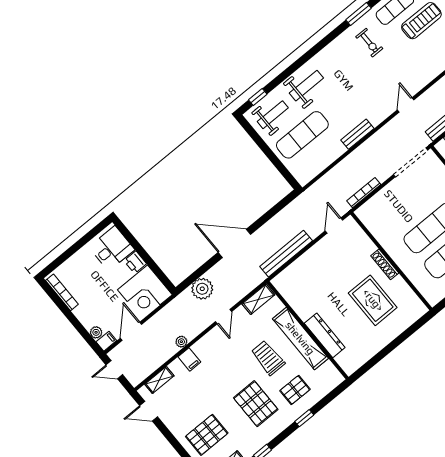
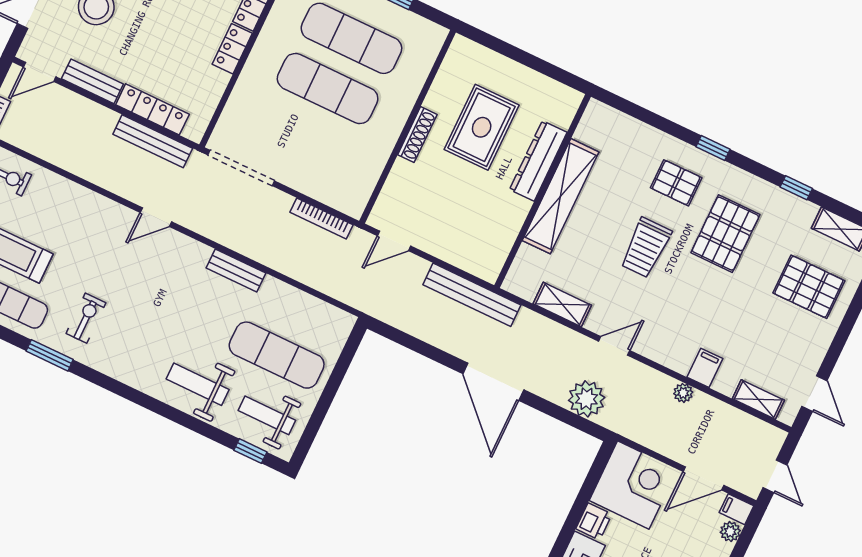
wall: (308, 330) -> (542, 191), moved
dresser: (325, 335) -> (538, 161), moved
shelving: (300, 338) -> (560, 196), moved

